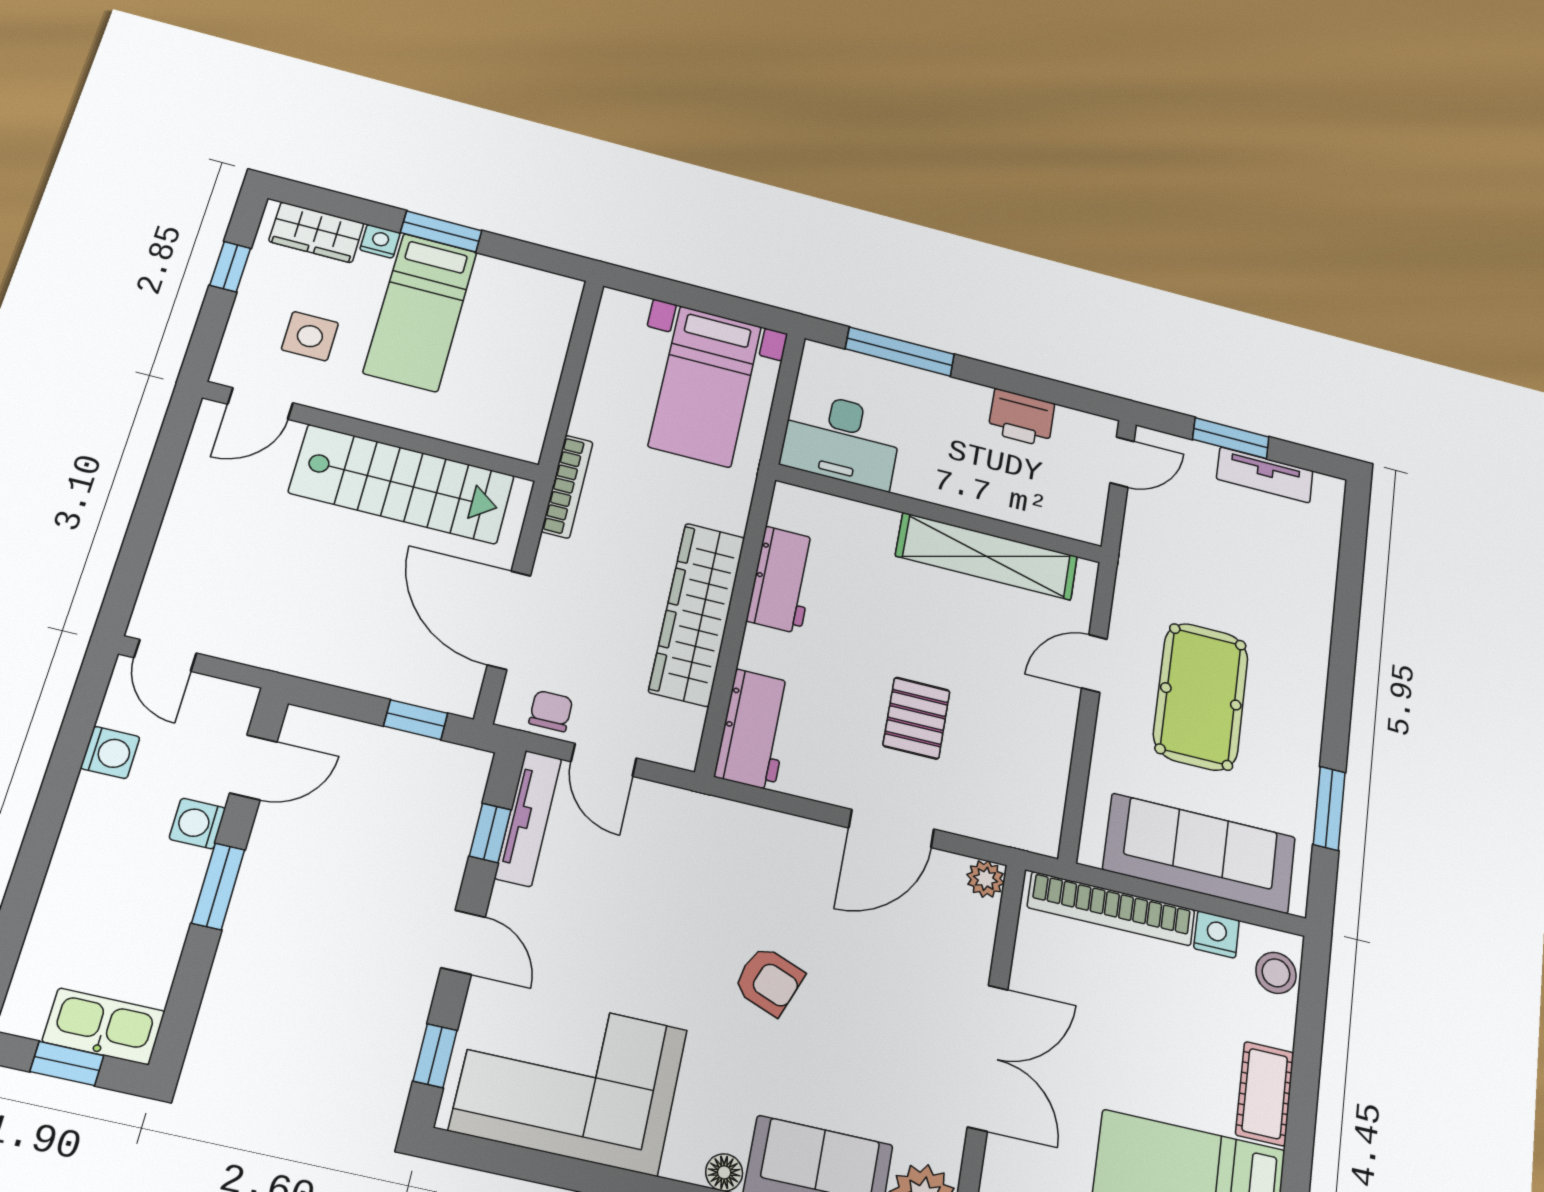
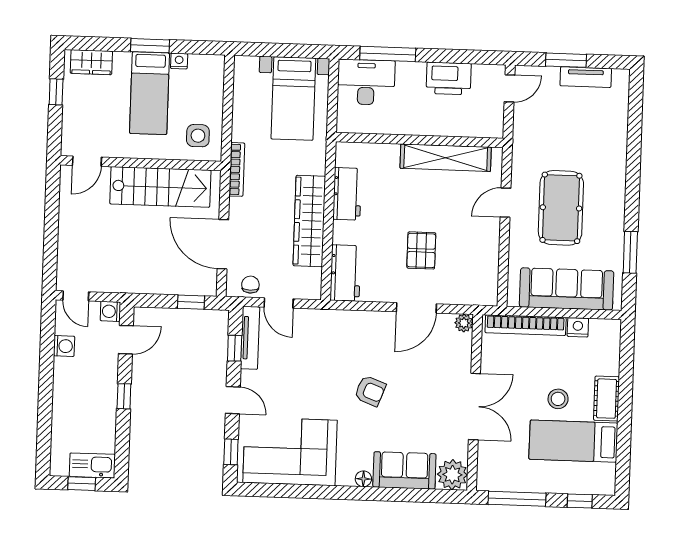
nightstand: (380, 241) -> (179, 61), moved
side table: (310, 336) -> (198, 136), moved
printer: (1021, 418) -> (449, 78), width x1.37, depth x1.19
desk: (841, 440) -> (366, 82), moved, turned 180
washing machine: (197, 824) -> (110, 311), moved
window: (218, 886) -> (124, 396), width x0.67
stool: (1276, 973) -> (558, 399), moved

